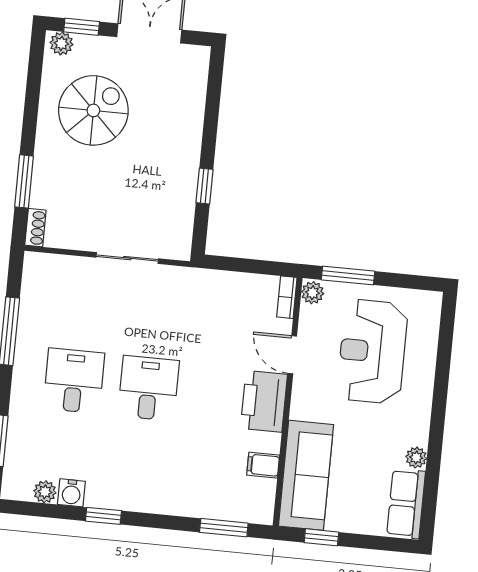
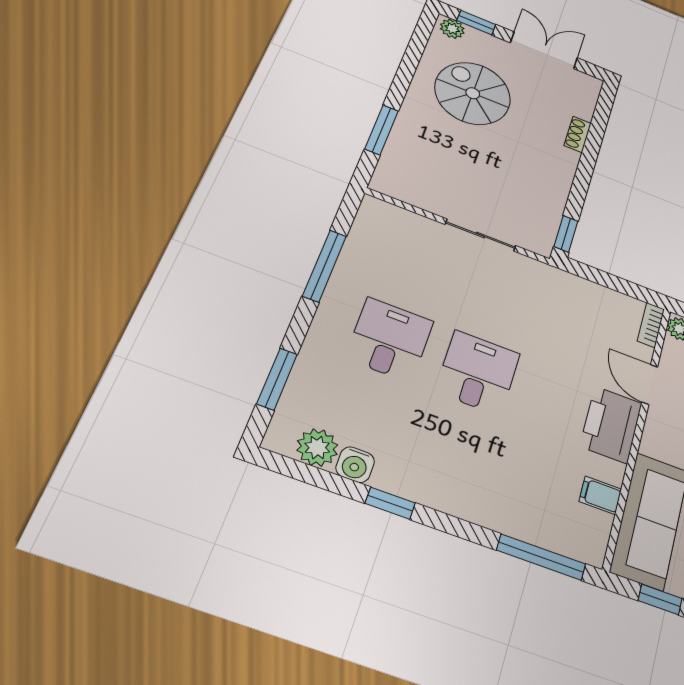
spiral stairs: (93, 110) -> (473, 93), turned -90
window: (204, 186) -> (566, 234), moved
shoe rack: (35, 228) -> (578, 134), moved, turned 180
plant: (45, 492) -> (317, 448), width x1.38, depth x1.38
window: (224, 528) -> (541, 557), width x1.44

